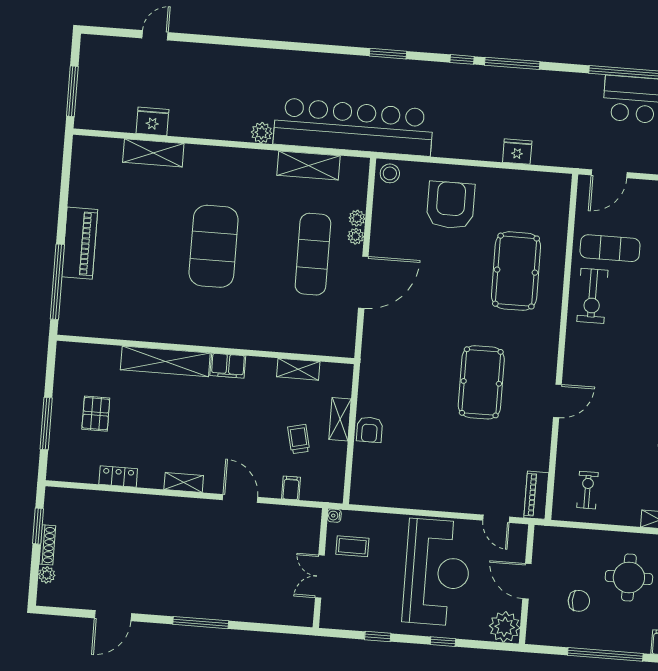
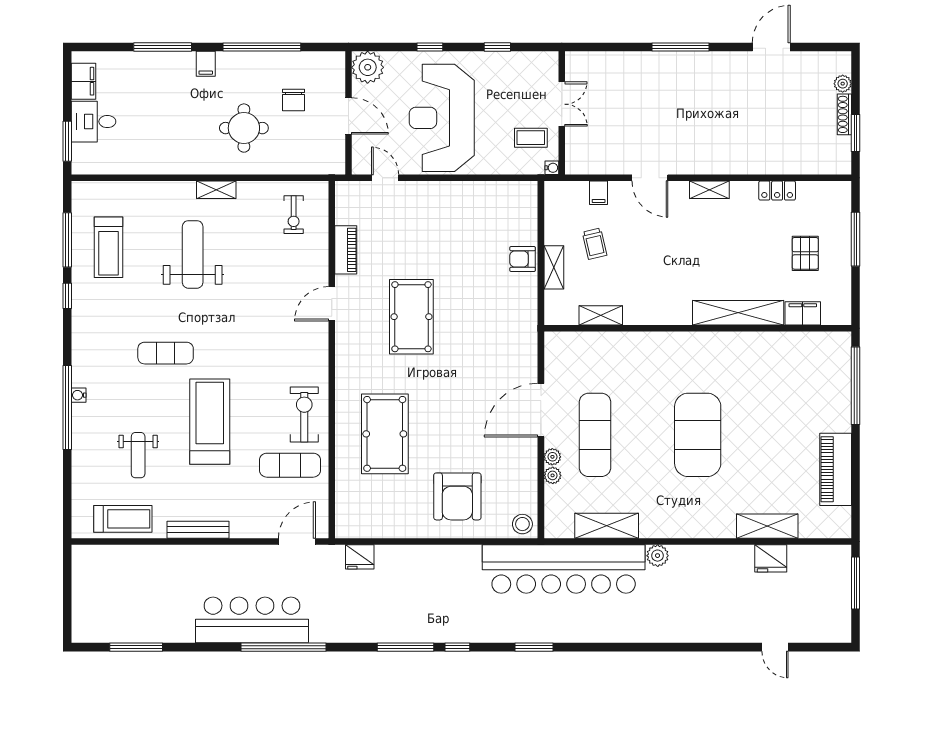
door: (155, 35) -> (775, 647), hinge flipped
fridge: (517, 152) -> (360, 557), moved
piano: (80, 243) -> (836, 469), moved
filing cabinet: (228, 366) -> (803, 313), moved
armchair: (370, 430) -> (523, 259), turned -90
piano: (536, 495) -> (346, 250), moved
chair: (579, 601) -> (293, 100), turned -90

